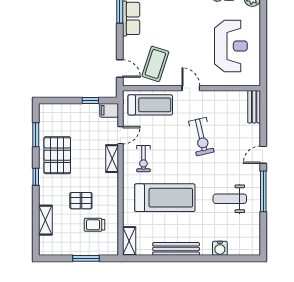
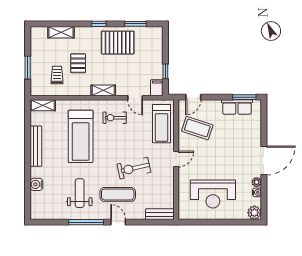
exercise mat: (231, 155) -> (118, 194), added
shelving: (112, 159) -> (103, 90), moved

